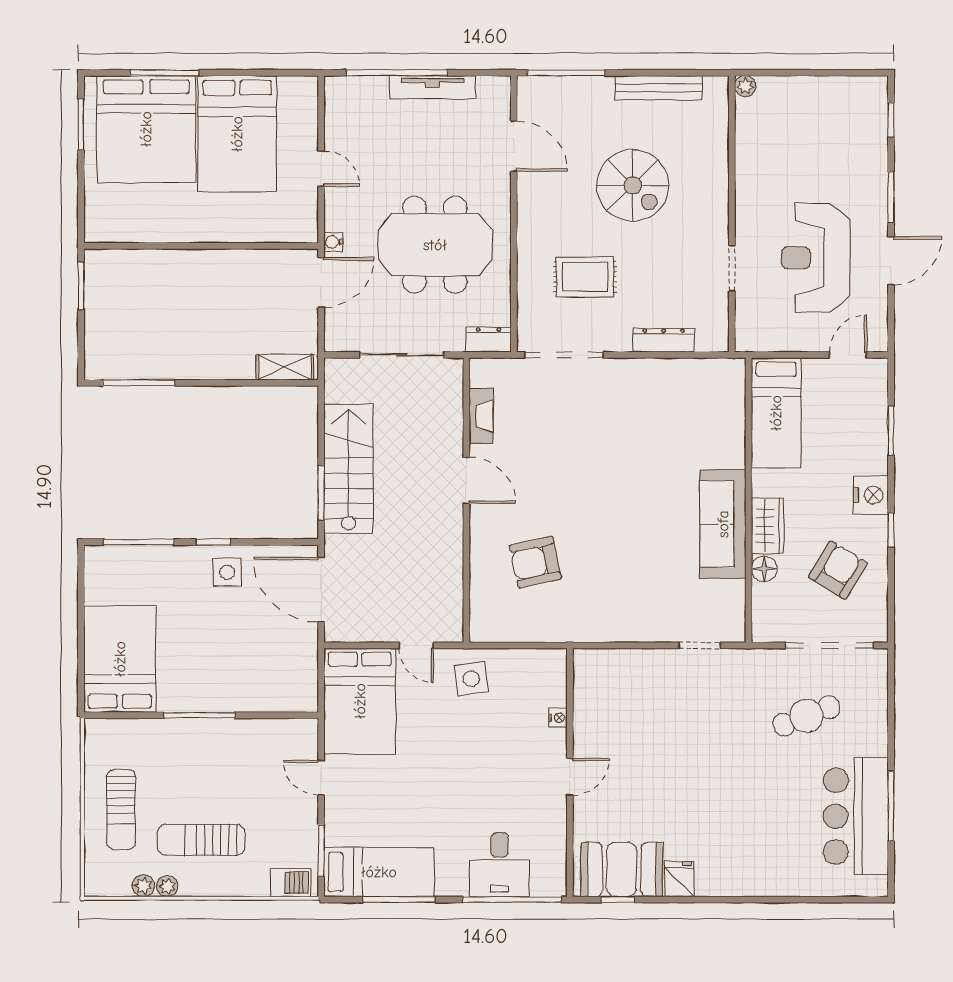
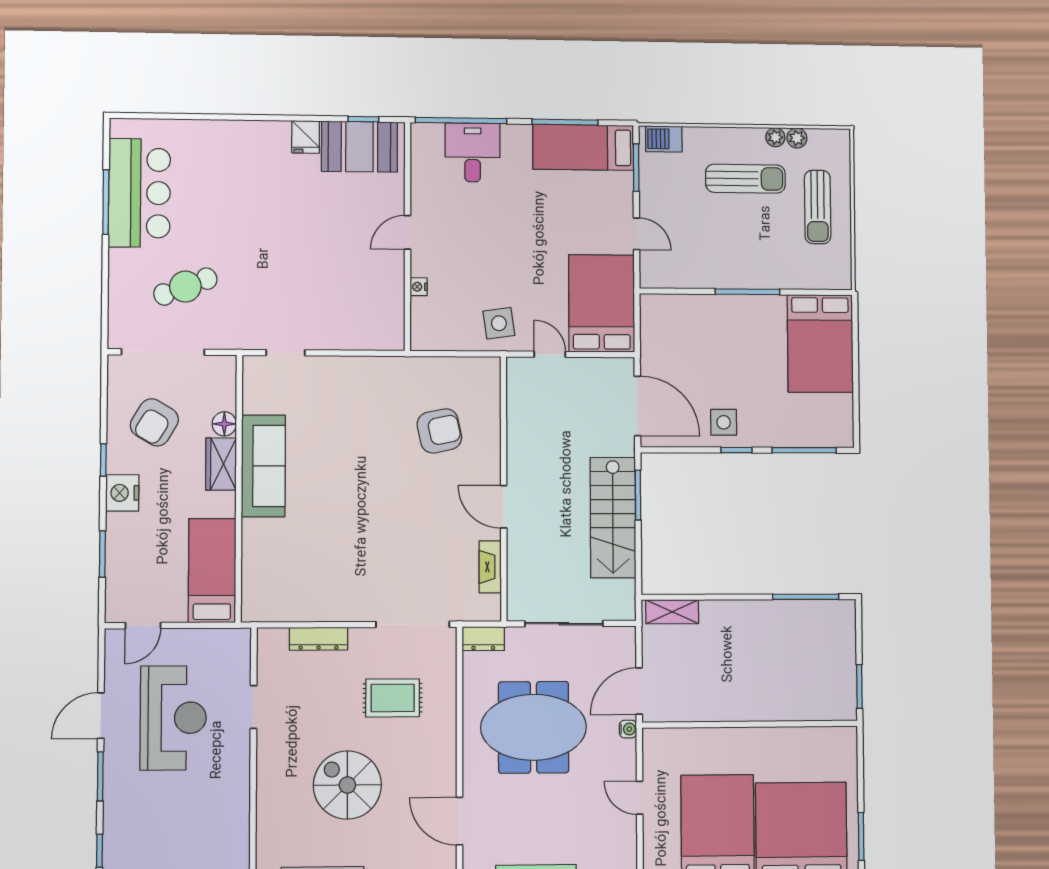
sun lounger: (121, 809) -> (818, 207), turned 180

